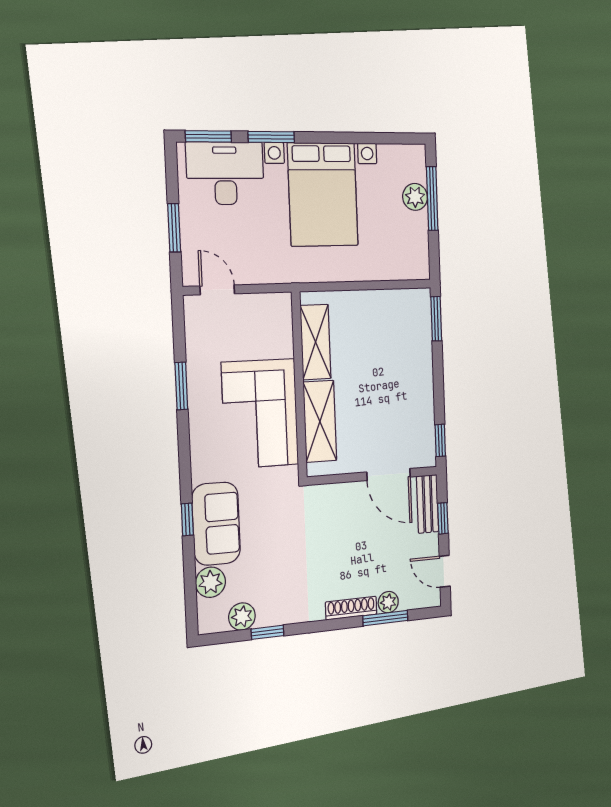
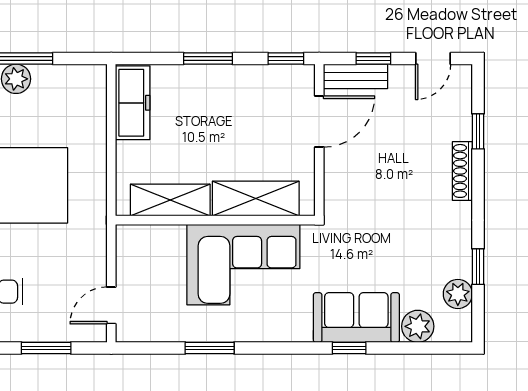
freezer: (399, 304) -> (133, 103), added
window: (436, 319) -> (208, 59), moved
plant: (388, 602) -> (461, 127), removed
window: (385, 618) -> (478, 131), width x0.67

